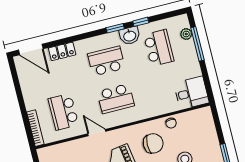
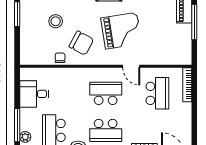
desk: (191, 93) -> (34, 94), moved
chair: (153, 143) -> (81, 43), turned -152

